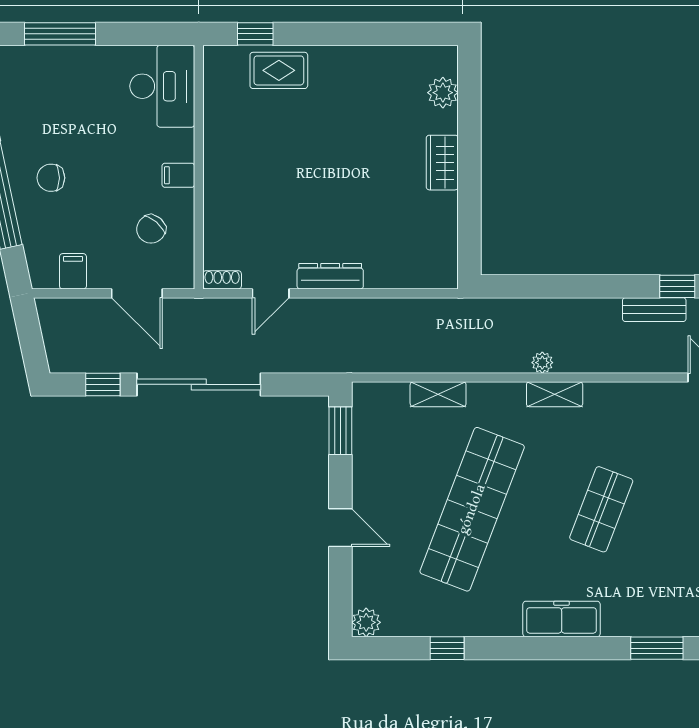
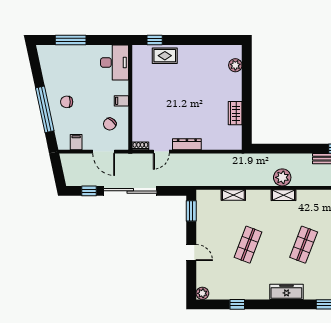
wardrobe: (442, 163) -> (235, 113), moved
plant: (542, 363) -> (282, 177), width x1.88, depth x1.88
shop shelf: (472, 509) -> (248, 245), width x0.50, depth x0.74

